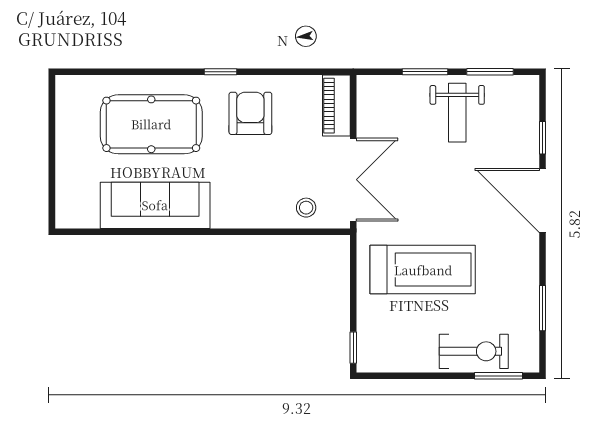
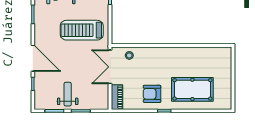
armchair: (250, 113) -> (152, 94), turned 90
sofa: (155, 205) -> (191, 56), removed

